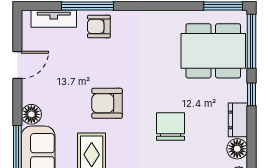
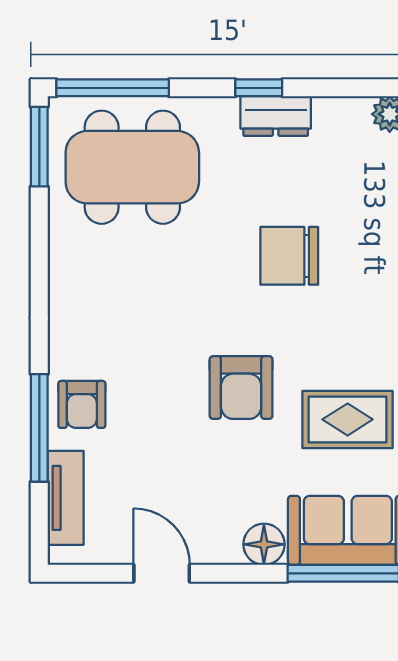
dining table: (213, 51) -> (132, 167), turned 90
window: (251, 94) -> (259, 88), moved
floor lamp: (237, 149) -> (335, 117), removed

